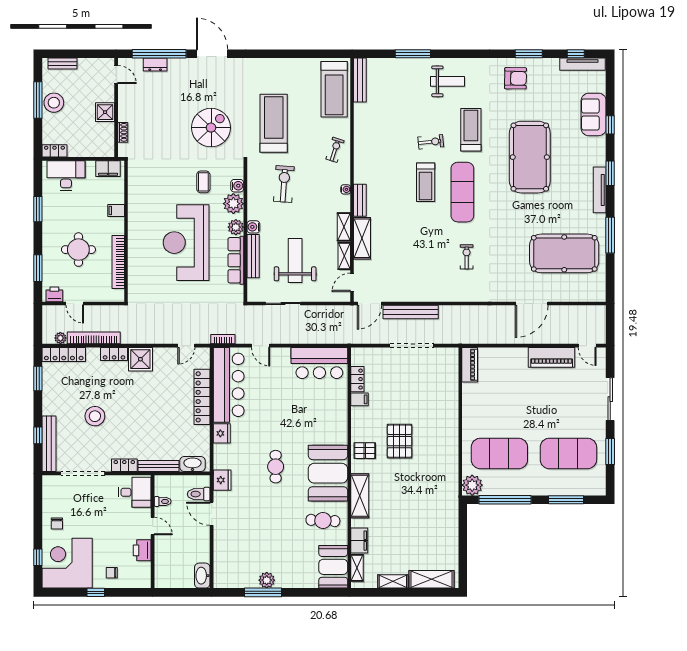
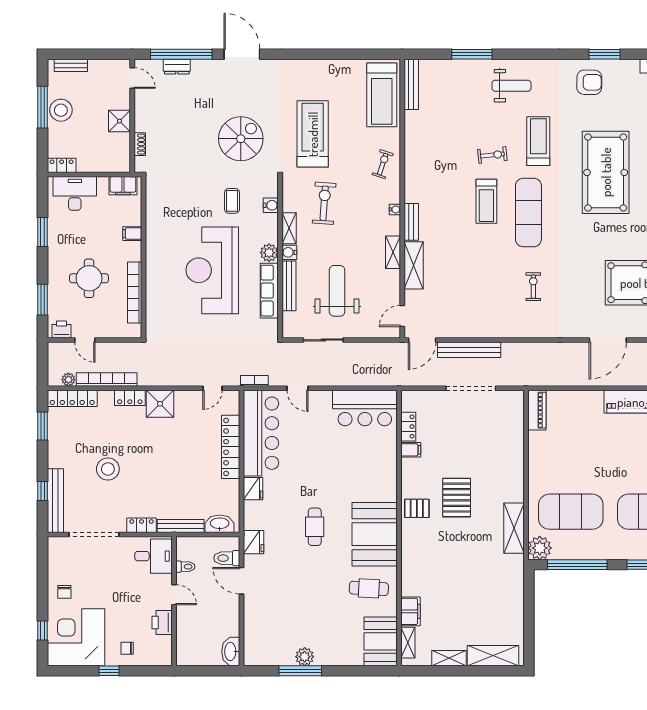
plant: (233, 204) -> (266, 226), removed
shelving: (344, 256) -> (289, 228), moved
shelving: (360, 496) -> (514, 528), moved

